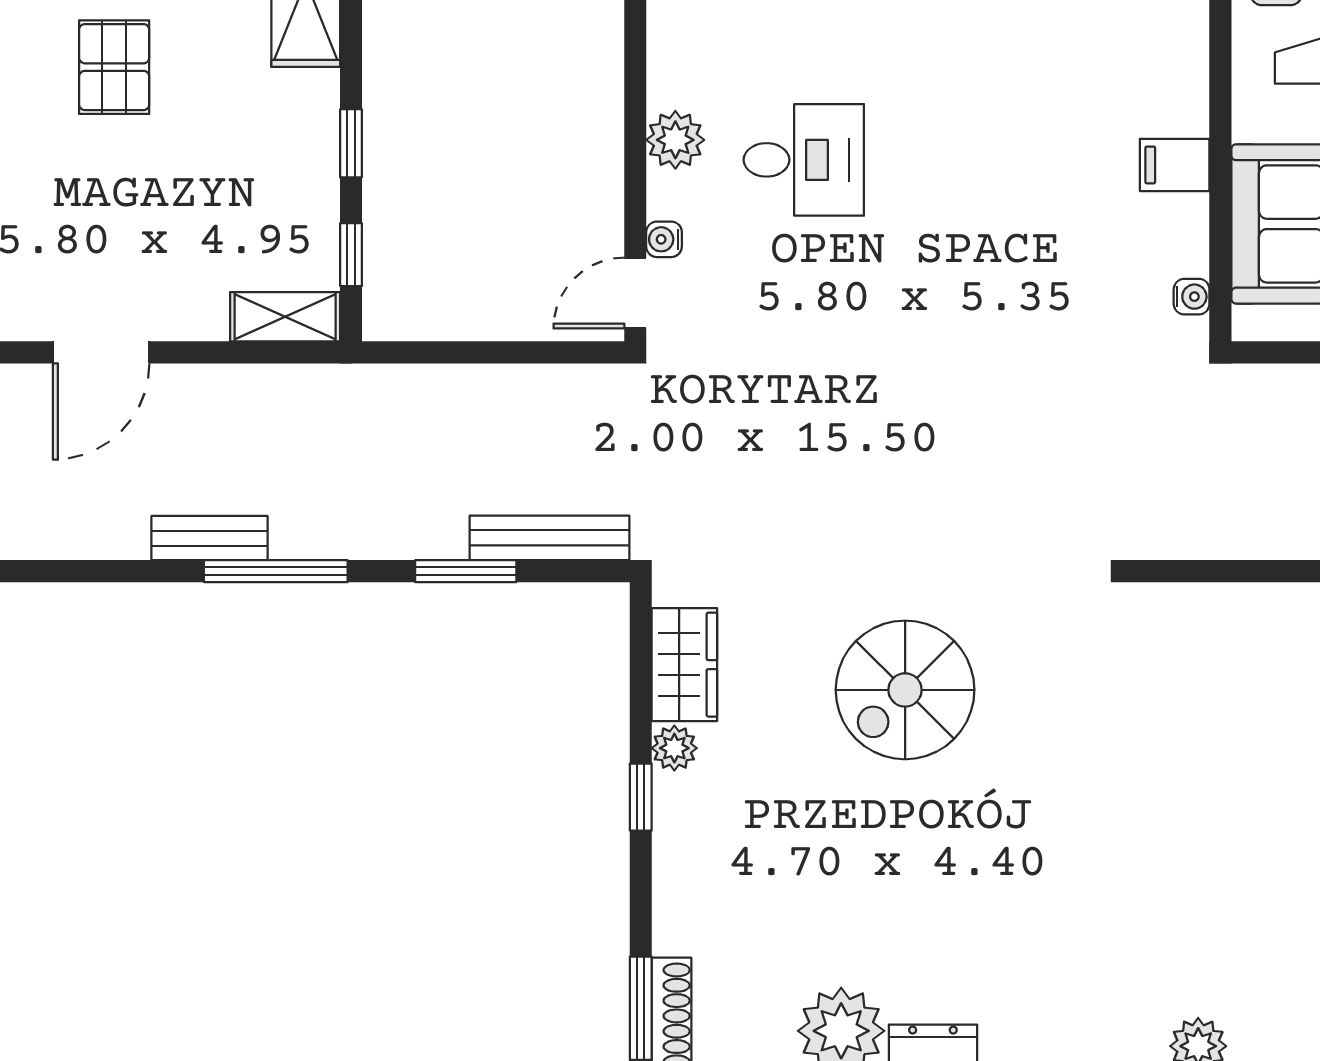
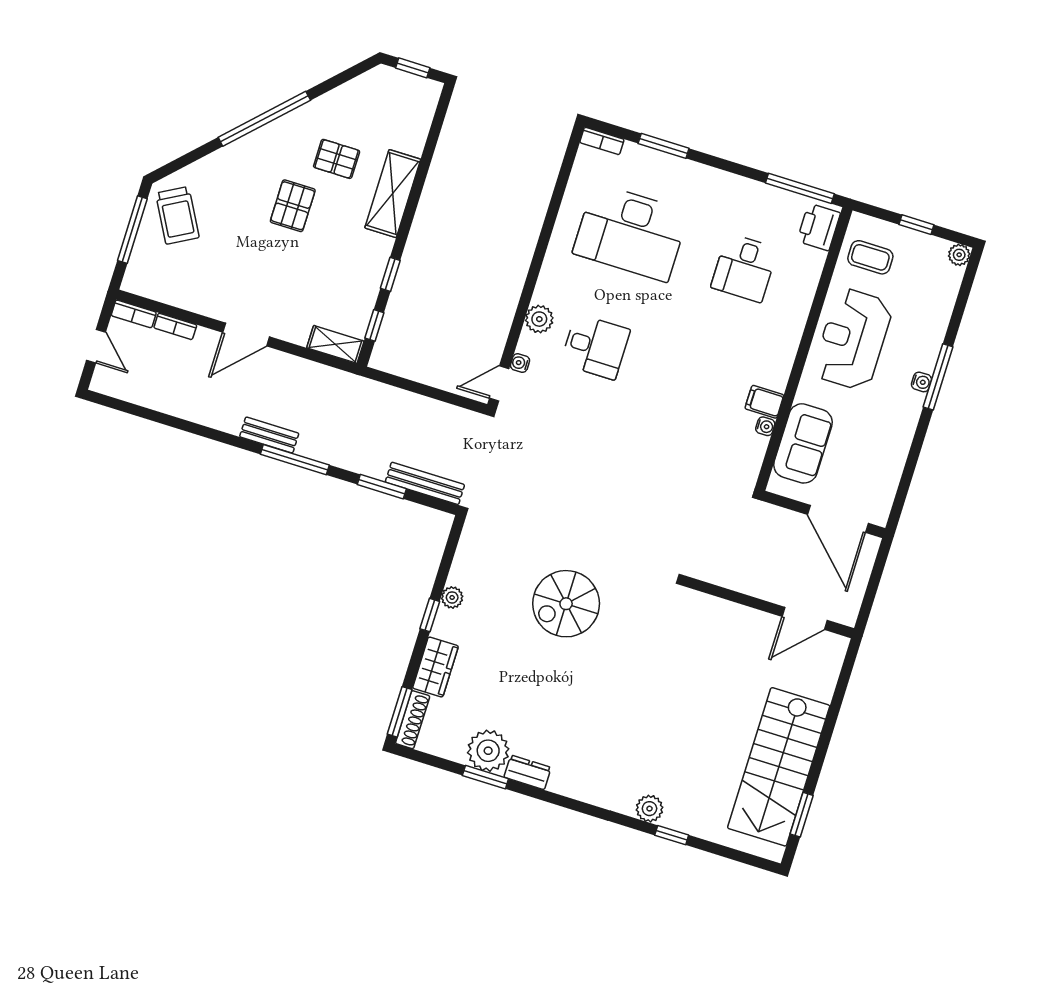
water cooler: (1192, 297) -> (765, 426), moved
wardrobe: (684, 665) -> (436, 667), moved

